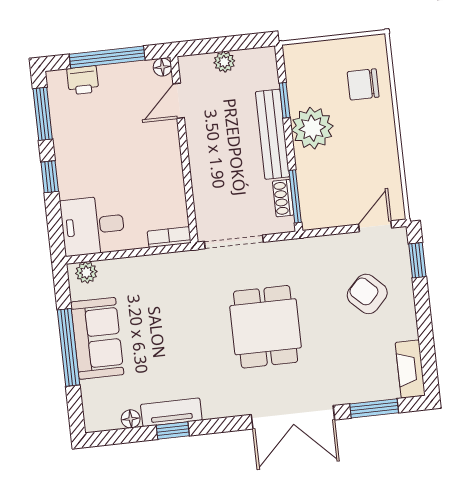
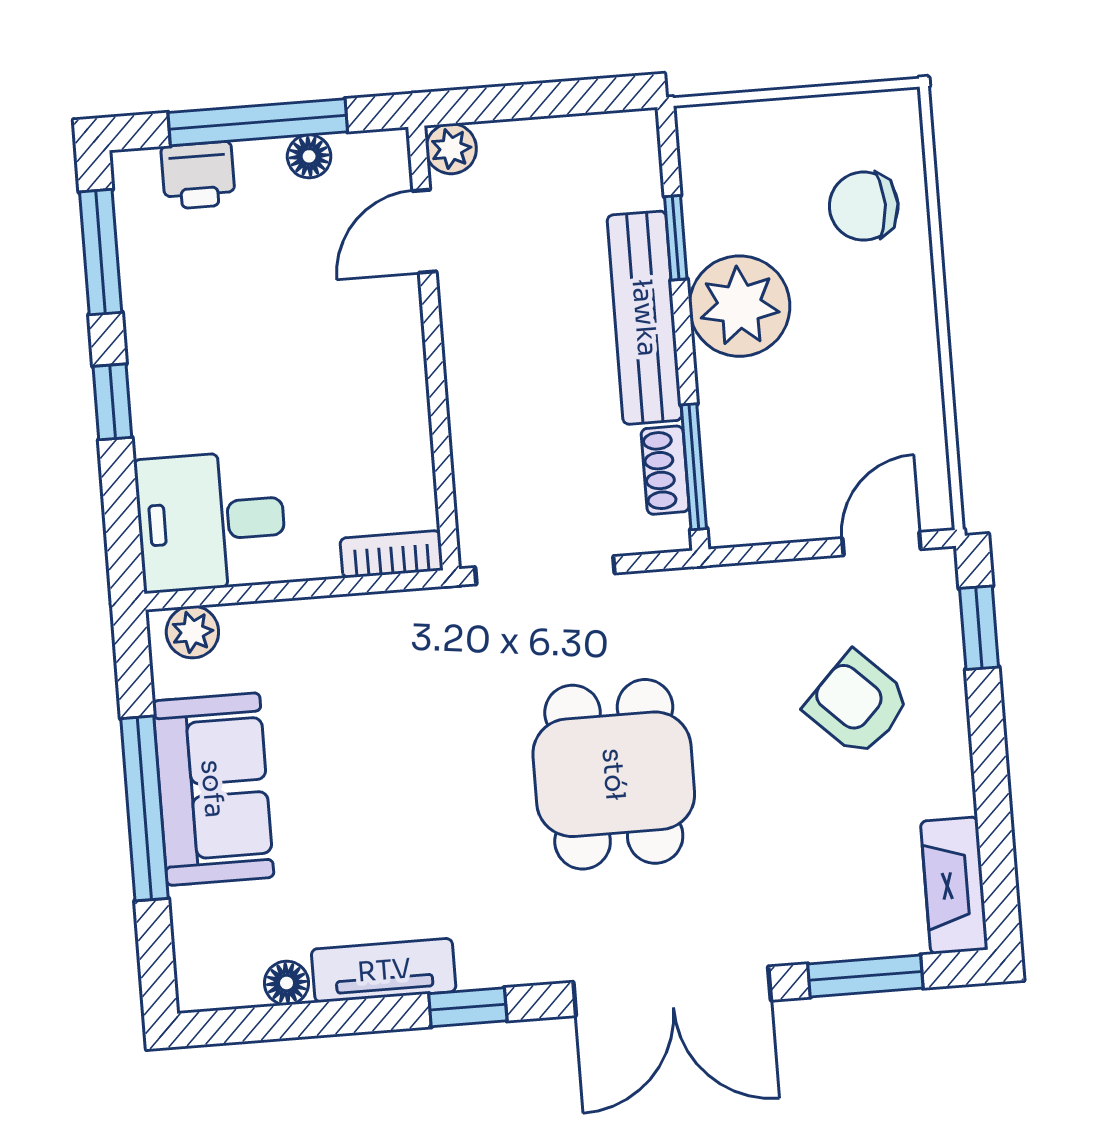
plant: (224, 62) -> (451, 149), moved
floor lamp: (162, 67) -> (309, 156), moved
window: (173, 431) -> (468, 1007), moved

